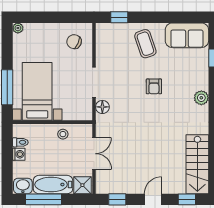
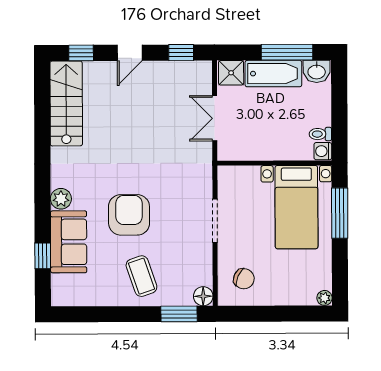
window: (119, 17) -> (179, 314), width x1.50
sofa: (187, 35) -> (69, 242), moved, turned 90
armchair: (154, 86) -> (129, 215), width x1.88, depth x1.88
floor lamp: (102, 107) -> (203, 296), moved
stool: (63, 134) -> (259, 146), removed
washing machine: (19, 154) -> (323, 151), moved

